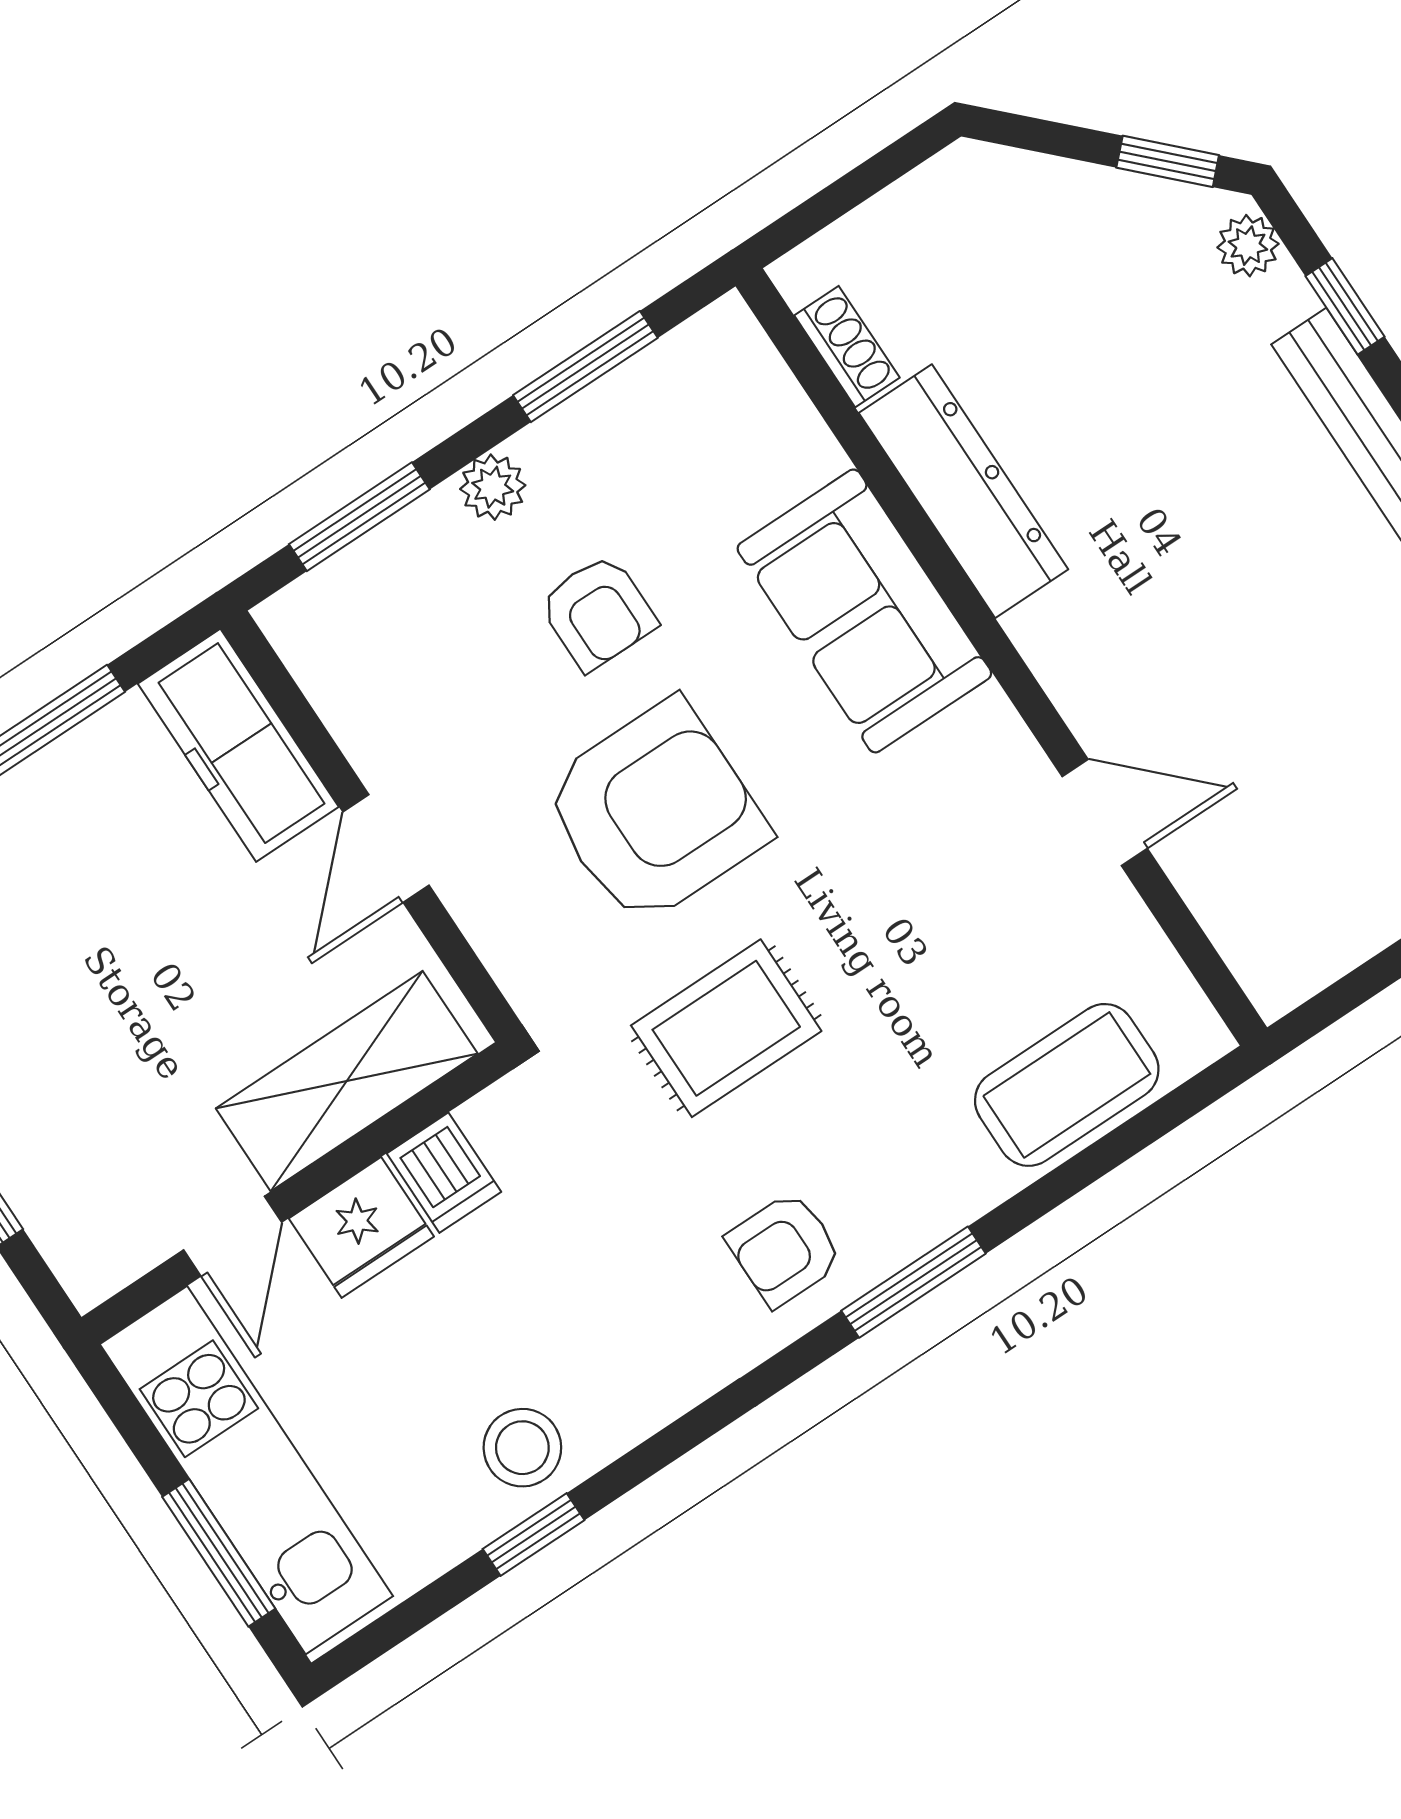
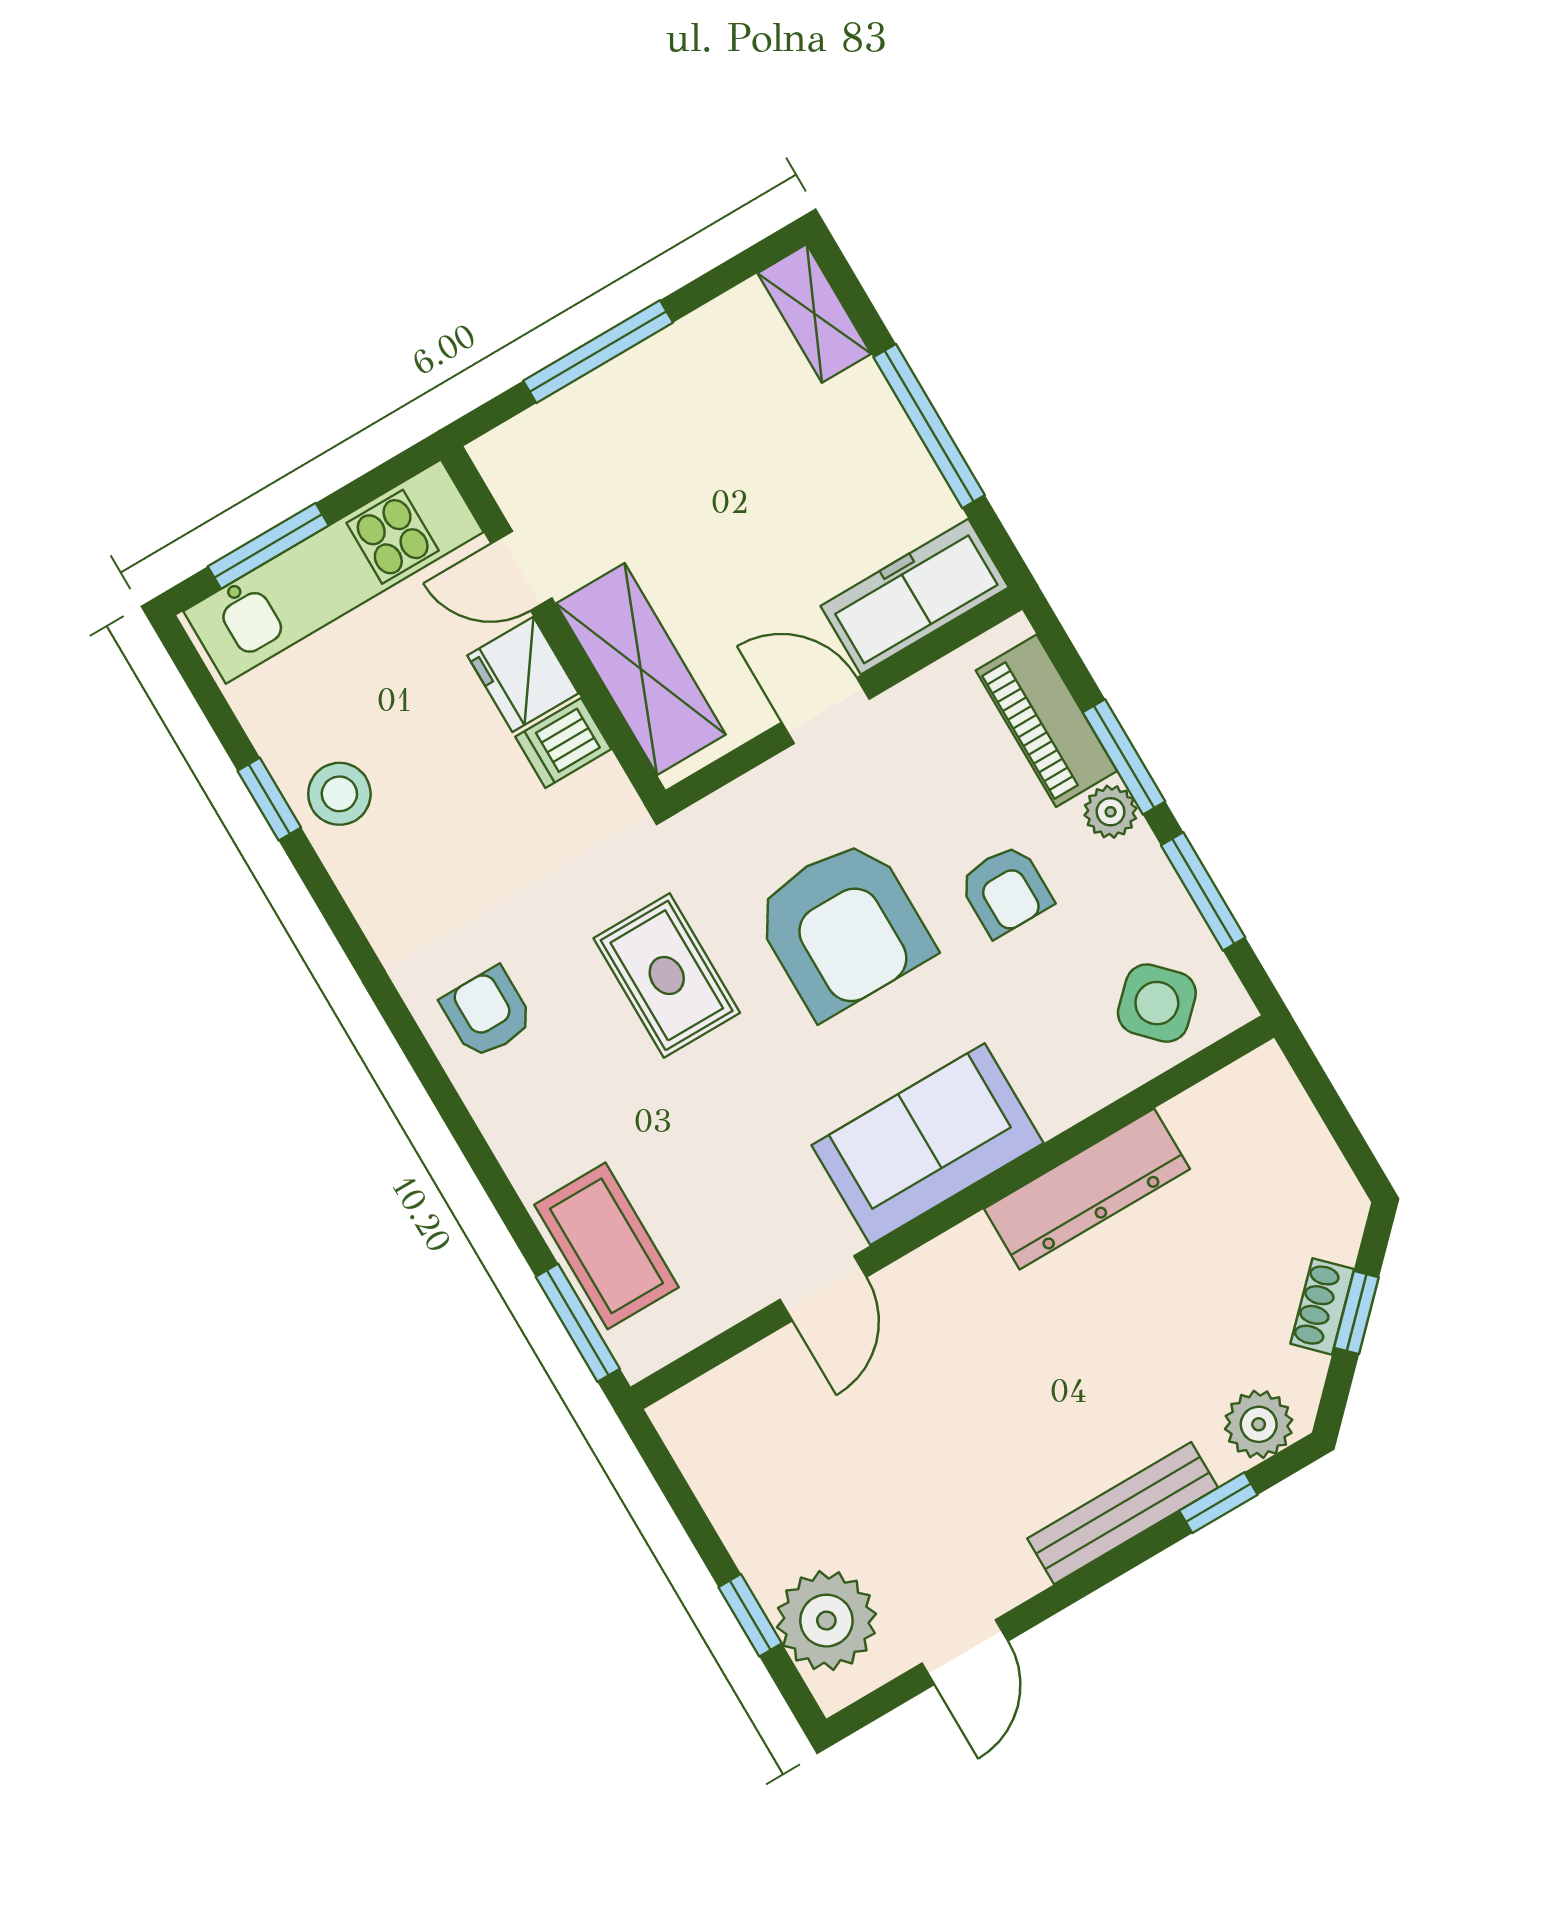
window: (1168, 161) -> (1356, 1313), moved
plant: (1248, 246) -> (1259, 1424), width x1.38, depth x1.38
shoe rack: (847, 347) -> (1322, 1306), moved, turned 135
side table: (728, 417) -> (1157, 1003), added
window: (359, 517) -> (1124, 757), moved
piano: (384, 573) -> (1046, 721), added
sofa: (864, 611) -> (928, 1144), moved
armchair: (598, 612) -> (1006, 891), turned -90
window: (913, 1282) -> (578, 1323), moved

